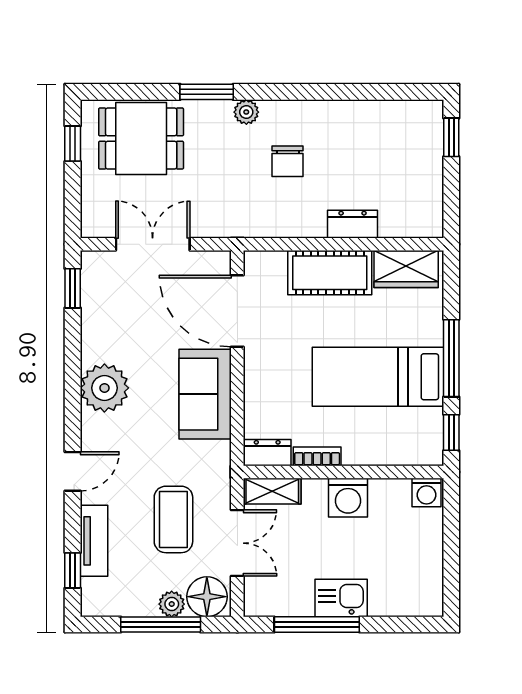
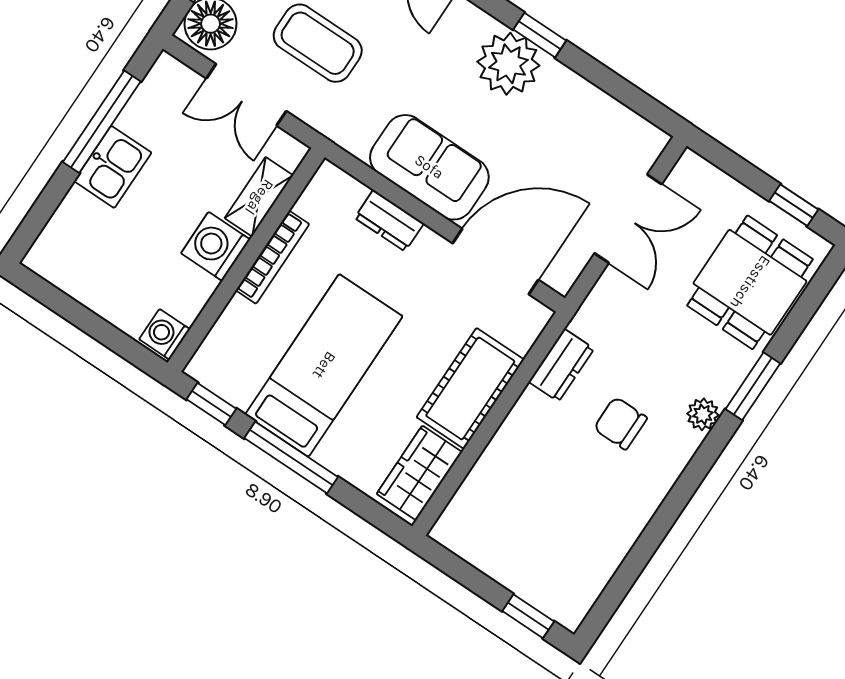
dresser: (353, 224) -> (561, 365), moved
window: (73, 288) -> (540, 35), moved
dresser: (267, 453) -> (389, 221), moved, turned 90
bookcase: (317, 456) -> (272, 257), width x1.56
shelving: (272, 491) -> (259, 197), moved

